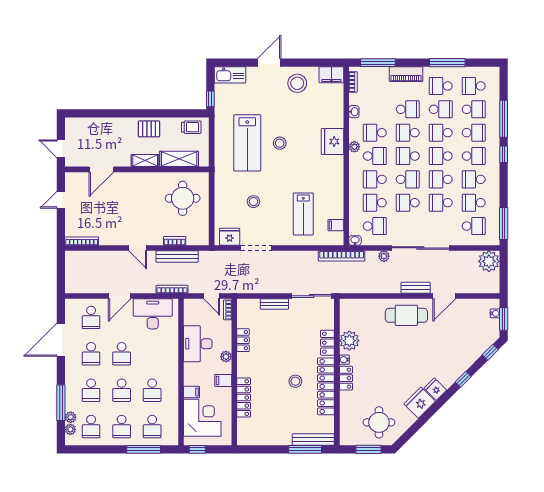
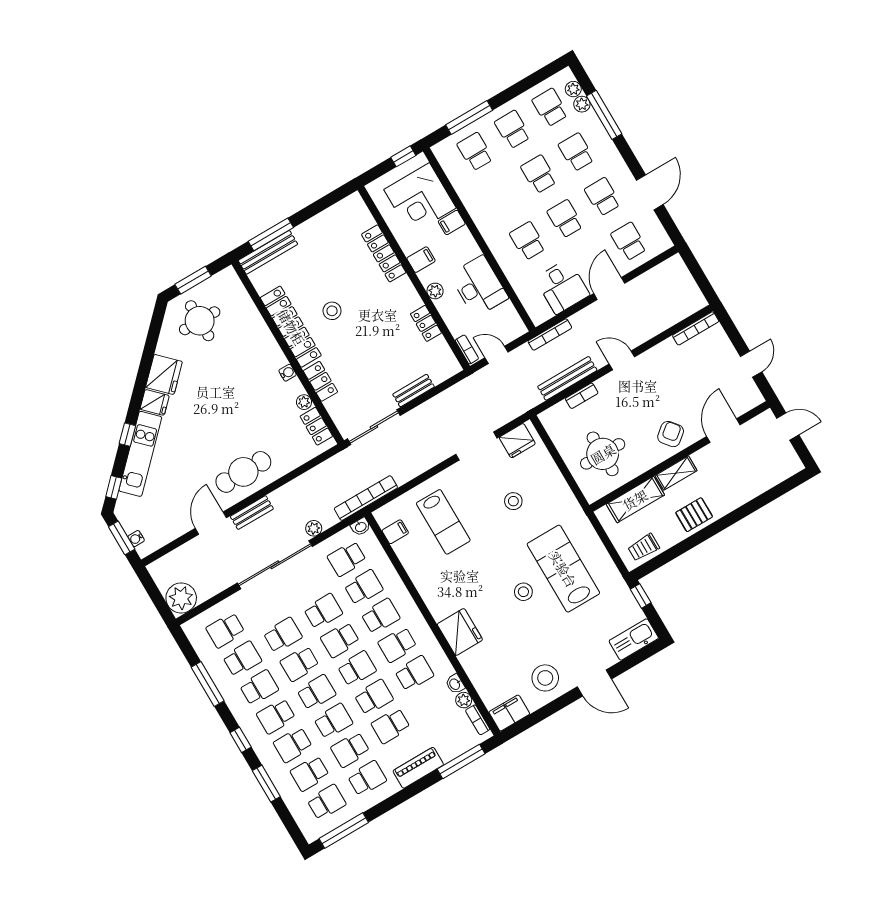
door: (269, 63) -> (594, 683), hinge flipped
window: (447, 63) -> (344, 831), moved
window: (504, 119) -> (266, 784), width x0.69
plant: (354, 147) -> (464, 700), moved
school desk: (441, 179) -> (300, 664), turned 180
armchair: (134, 186) -> (671, 434), added
lab bench: (303, 214) -> (443, 522), turned 180
window: (504, 224) -> (208, 684), moved
desk: (153, 314) -> (562, 287), width x0.73
door: (61, 340) -> (650, 192), width x0.73
plant: (349, 341) -> (304, 402), width x0.53, depth x0.53
kitchen unit: (462, 363) -> (140, 454), added
locker: (346, 378) -> (316, 426), moved
school desk: (152, 390) -> (528, 241), moved

